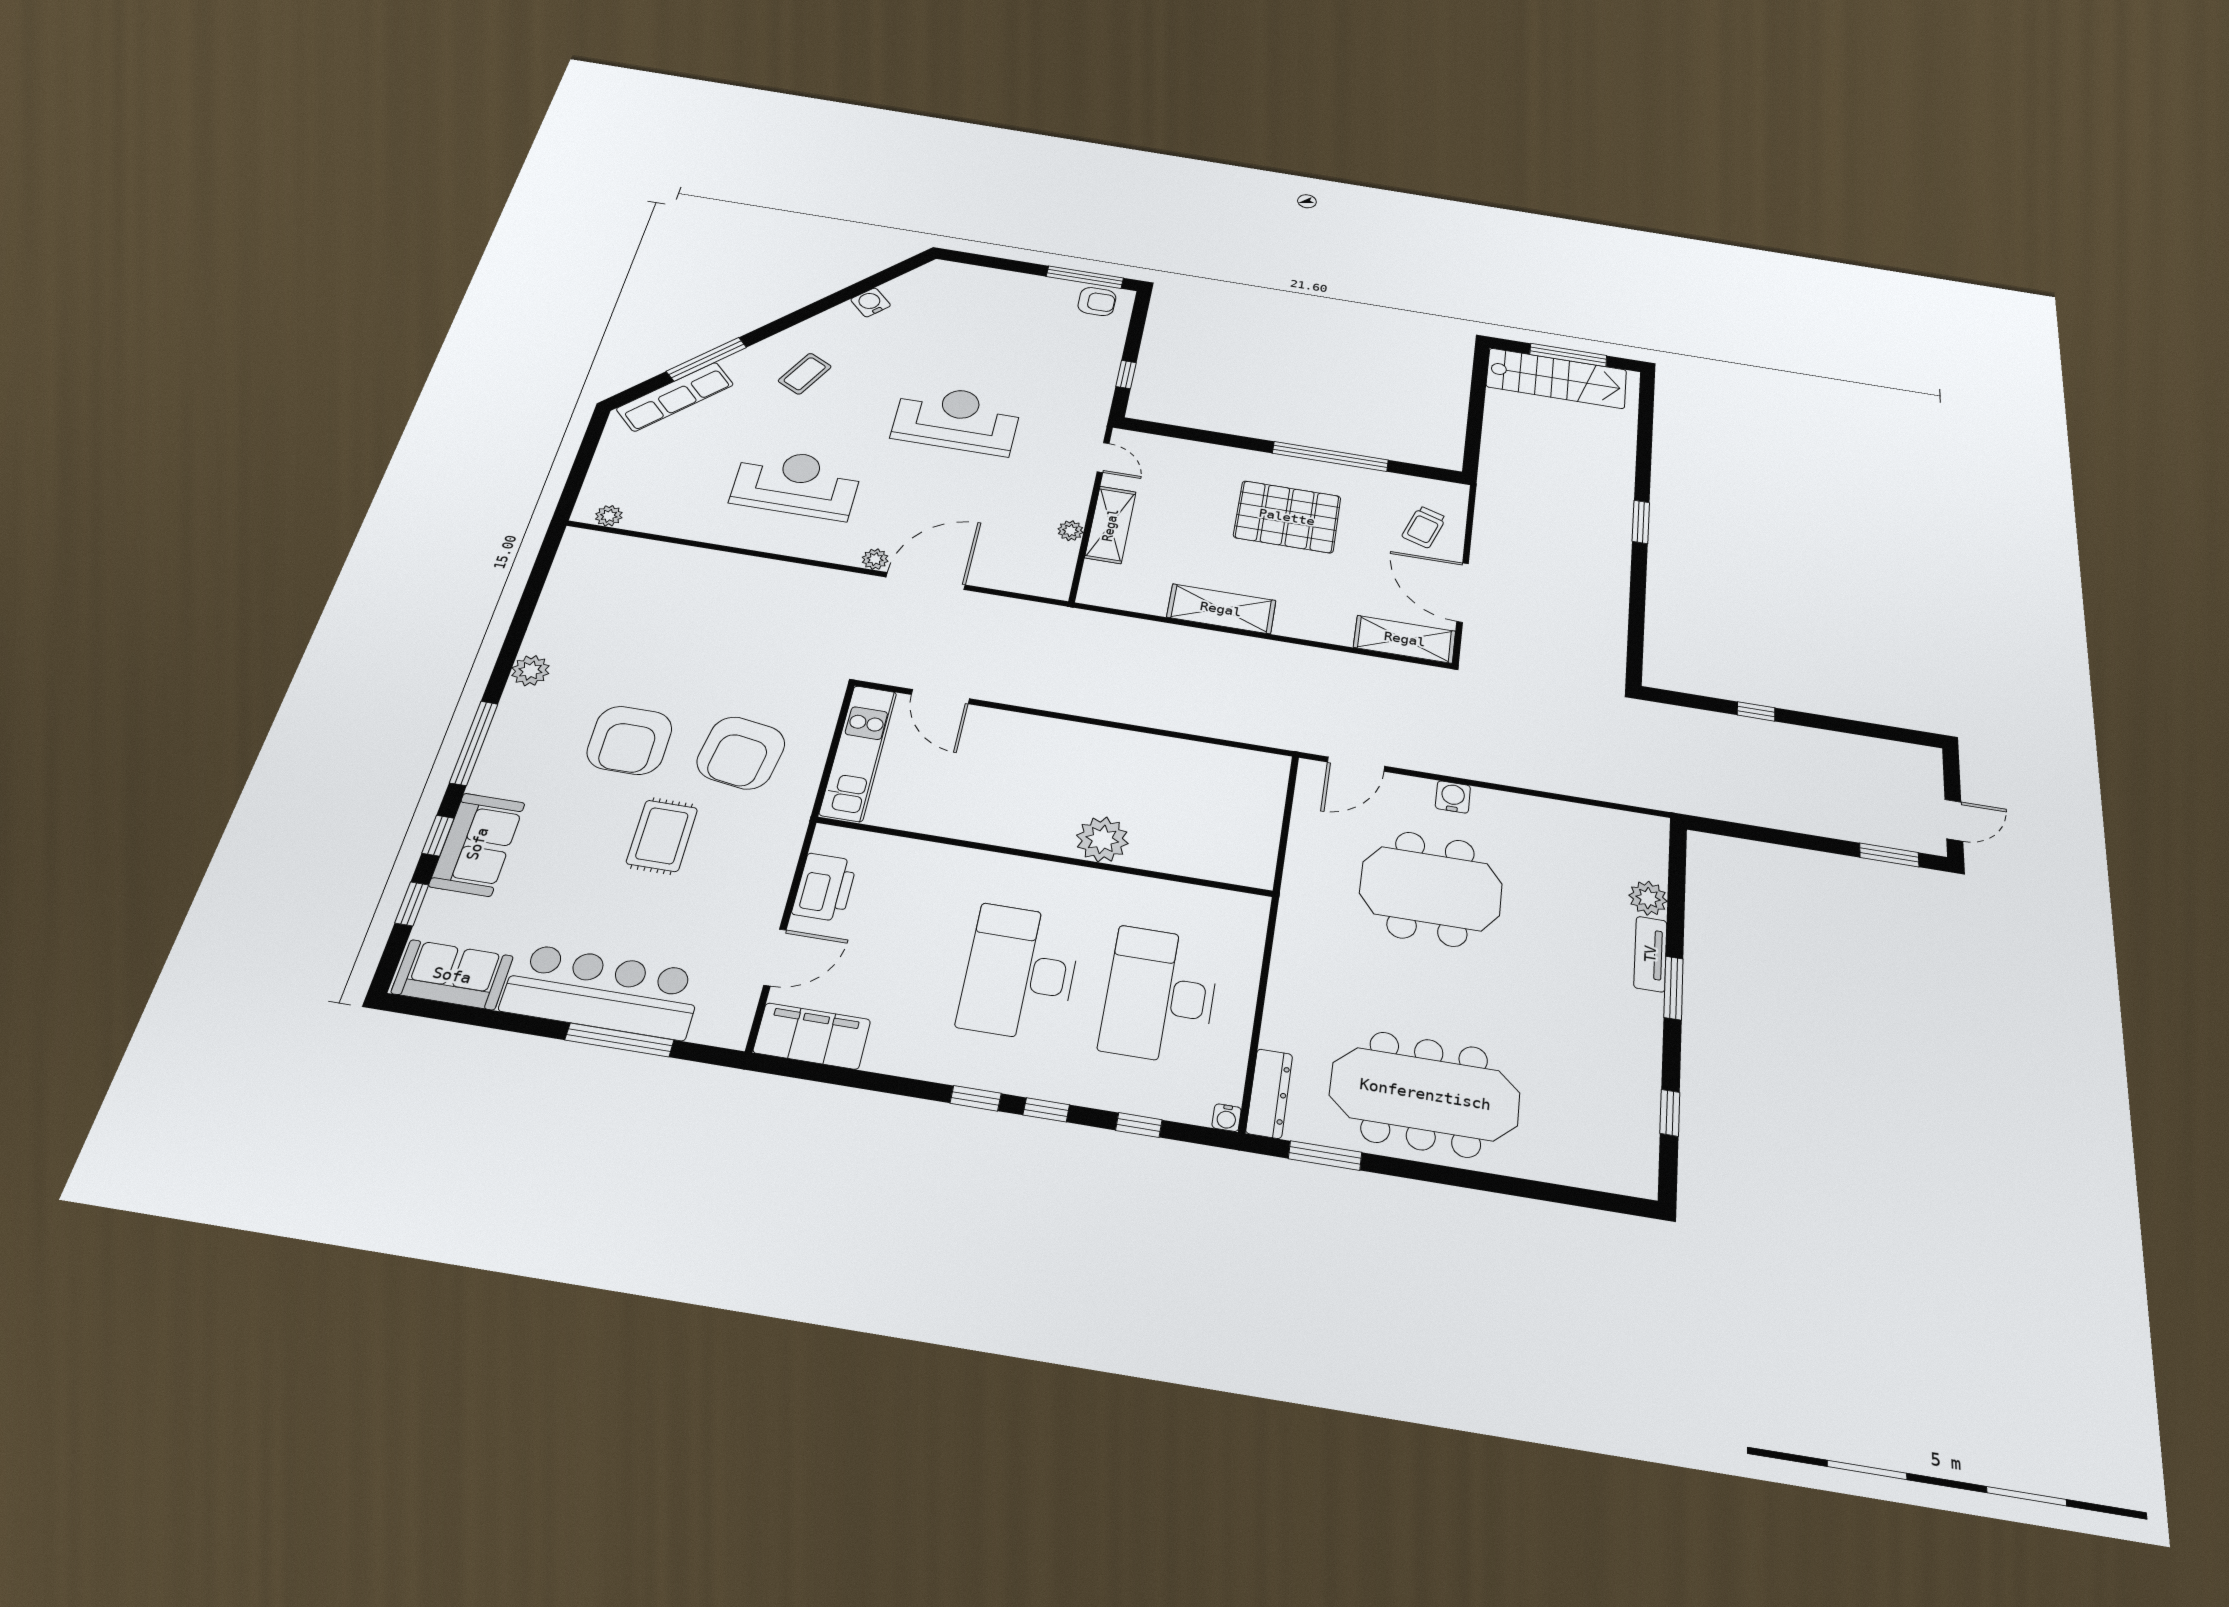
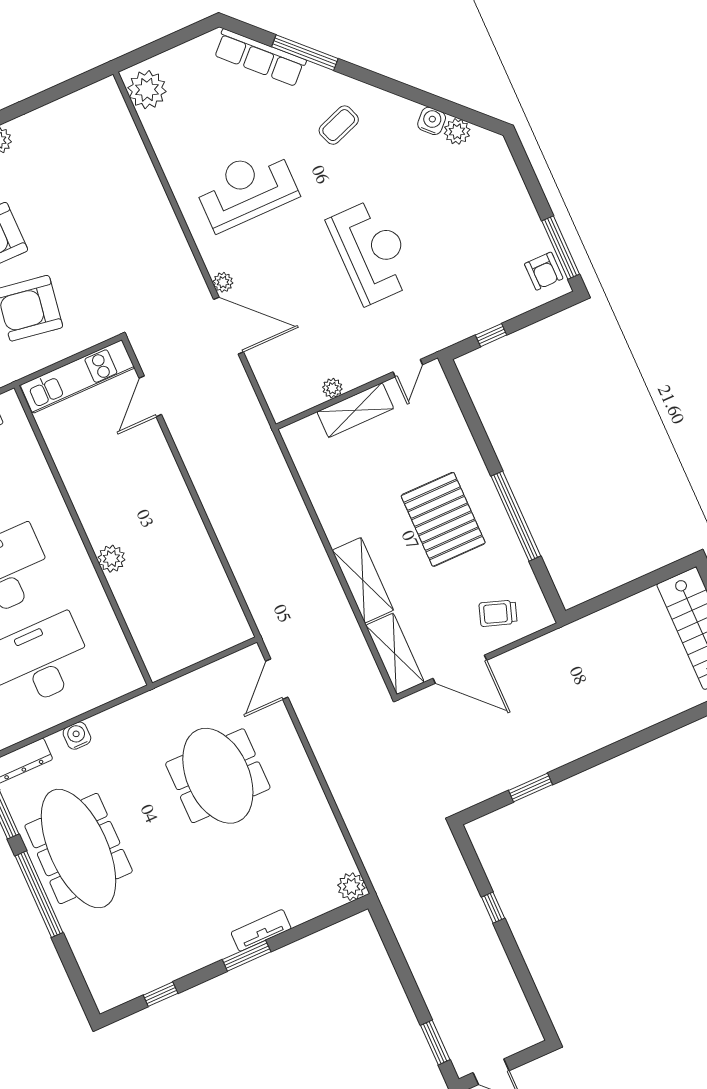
plant: (899, 290) -> (457, 131), added
coffee table: (805, 374) -> (339, 125), turned -48
reception desk: (797, 484) -> (246, 189), turned -90
plant: (609, 516) -> (147, 90), width x1.88, depth x1.88
window: (1641, 522) -> (530, 787), moved
door: (1463, 592) -> (460, 669), swing flipped
shelving: (1221, 609) -> (363, 580), moved
door: (1356, 764) -> (277, 679), hinge flipped
water cooler: (1453, 797) -> (77, 736), moved, turned -90
plant: (1102, 839) -> (111, 559), width x0.73, depth x0.73
plant: (1648, 898) -> (351, 887), moved
window: (1456, 1177) -> (39, 894), added

